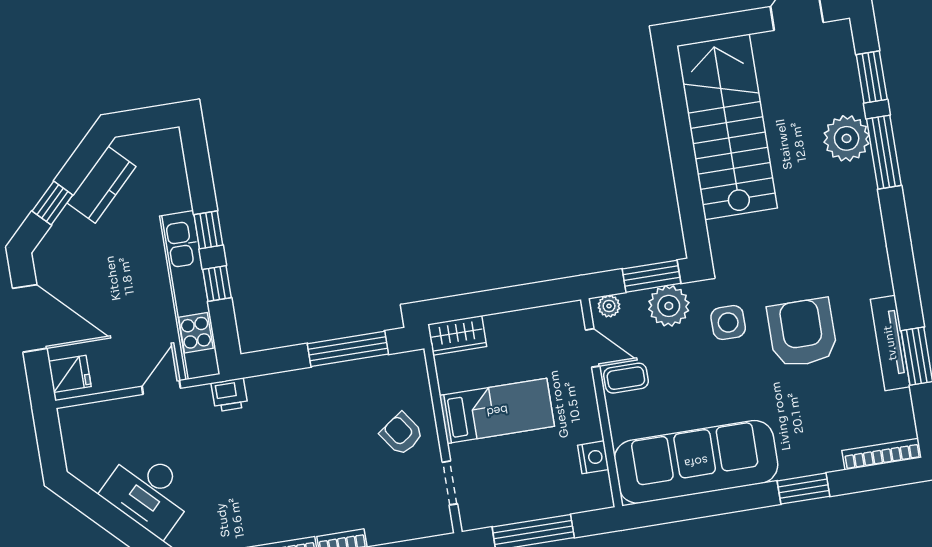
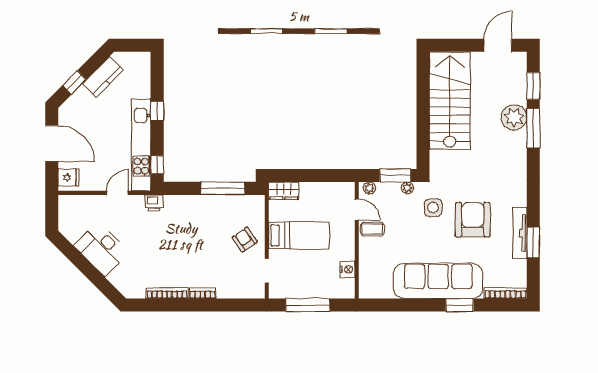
window: (217, 284) -> (157, 165), moved
plant: (669, 306) -> (407, 188), width x0.53, depth x0.53
sofa: (696, 462) -> (438, 281), moved

